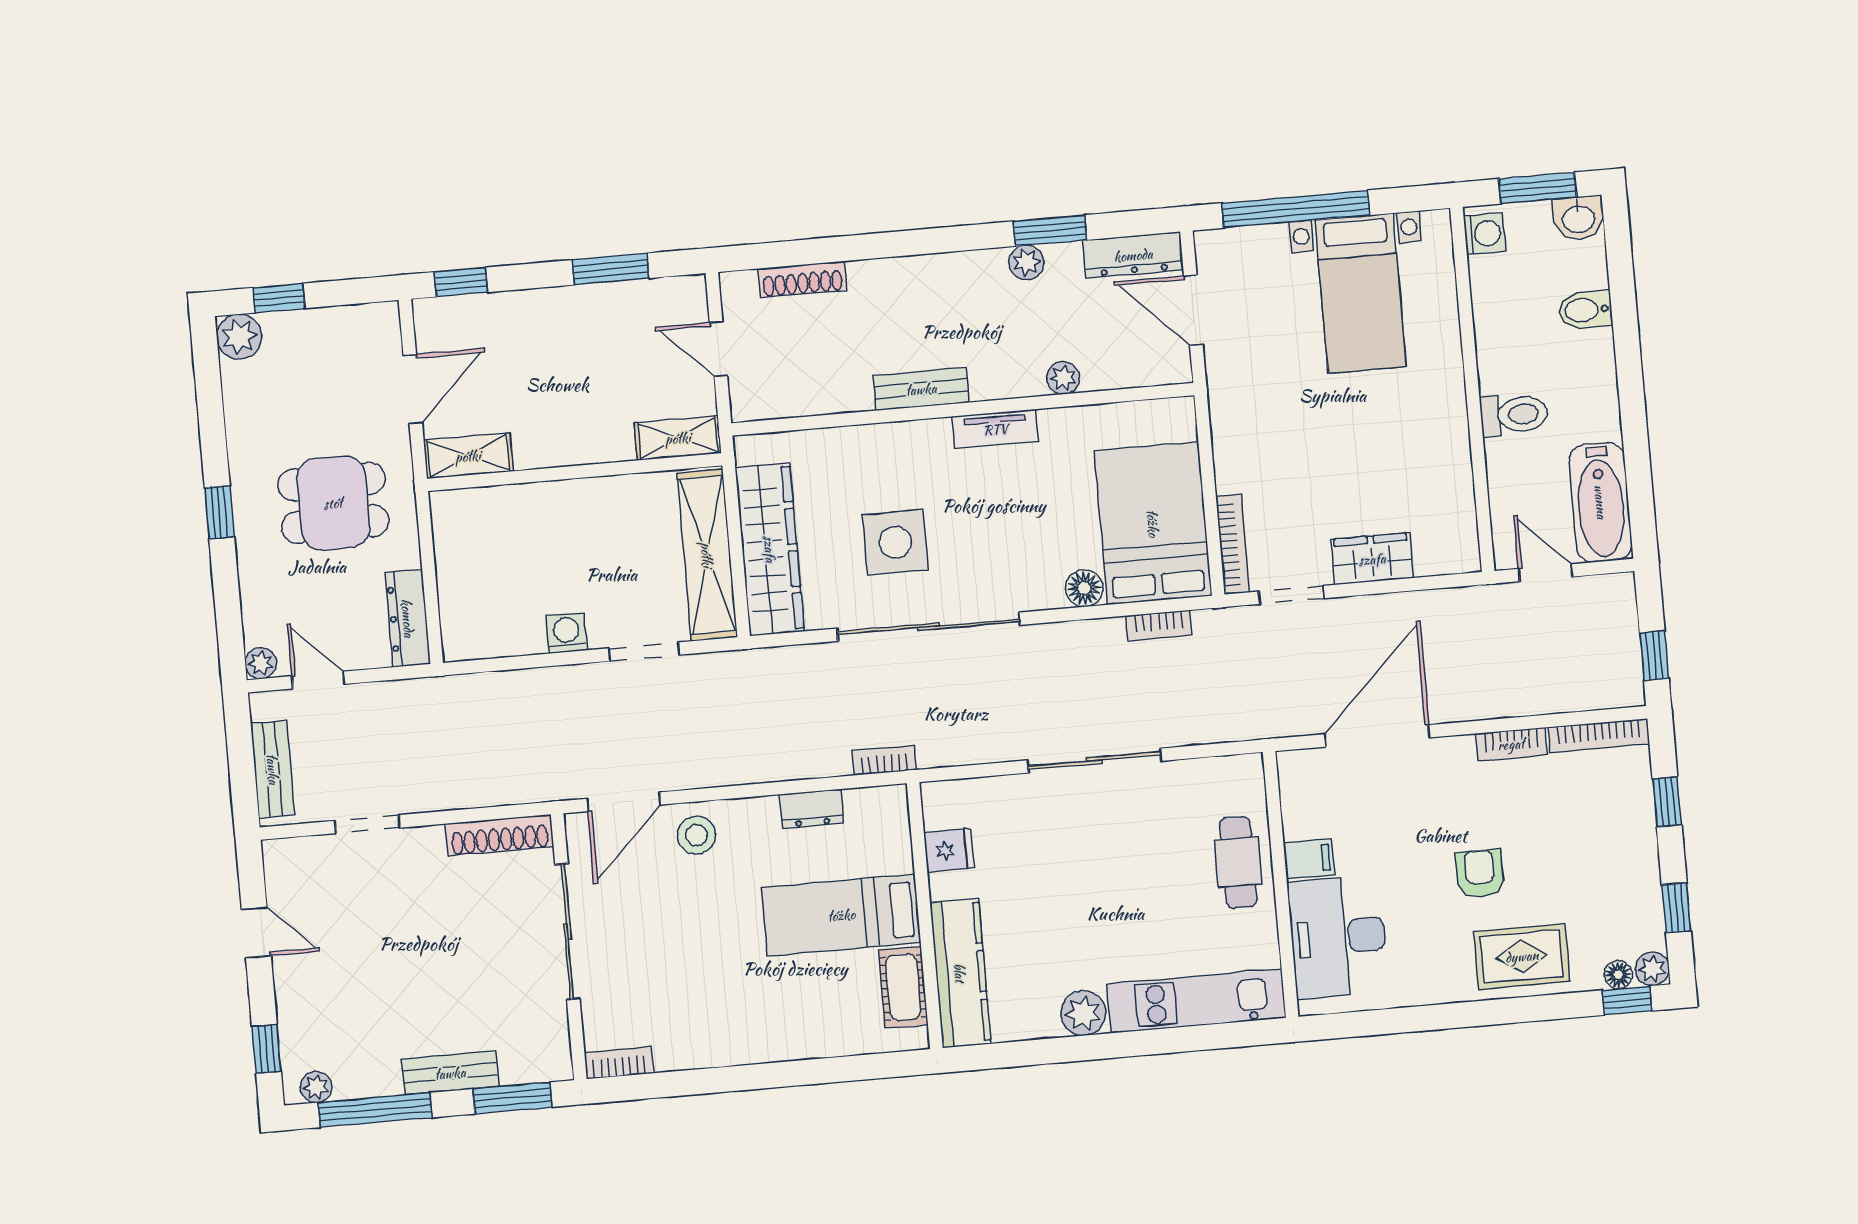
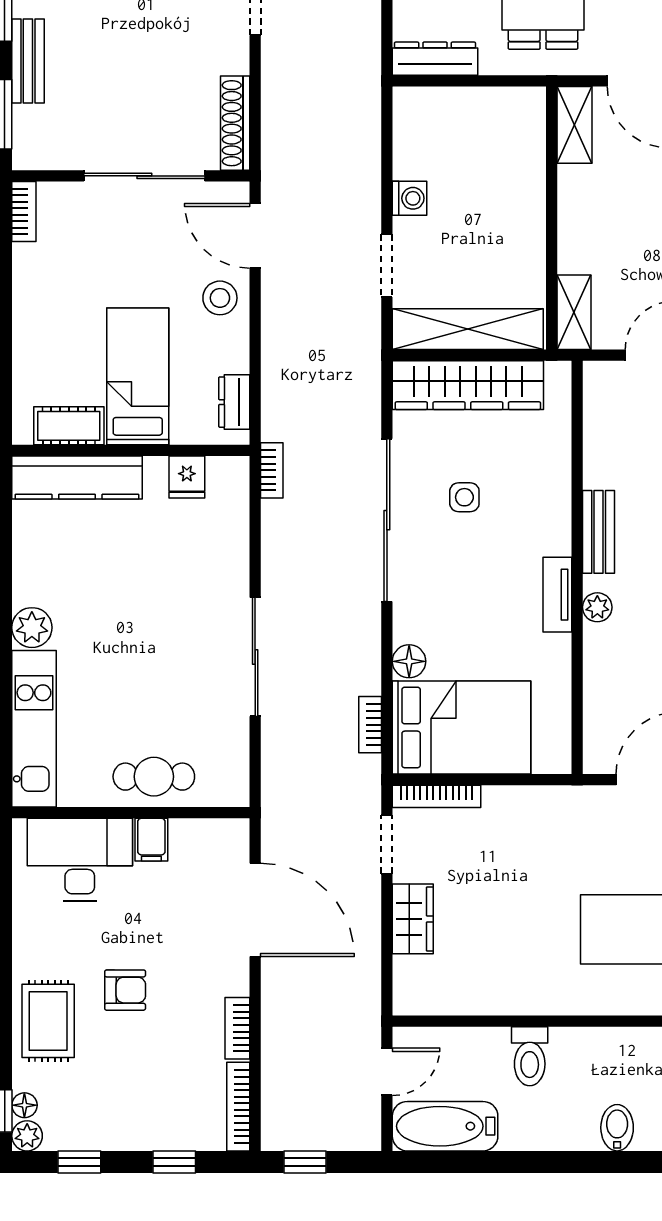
plant: (1063, 378) -> (597, 607), moved
side table: (895, 542) -> (464, 497), width x0.54, depth x0.54
fridge: (949, 850) -> (187, 477), moved
bed: (841, 915) -> (138, 376), moved
wall: (925, 916) -> (131, 450), moved
kitchen counter: (960, 973) -> (77, 478), moved
cot: (903, 987) -> (69, 426), moved

